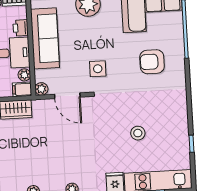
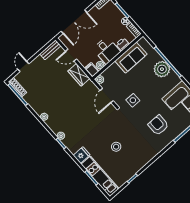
sofa: (45, 38) -> (131, 58), width x0.73

